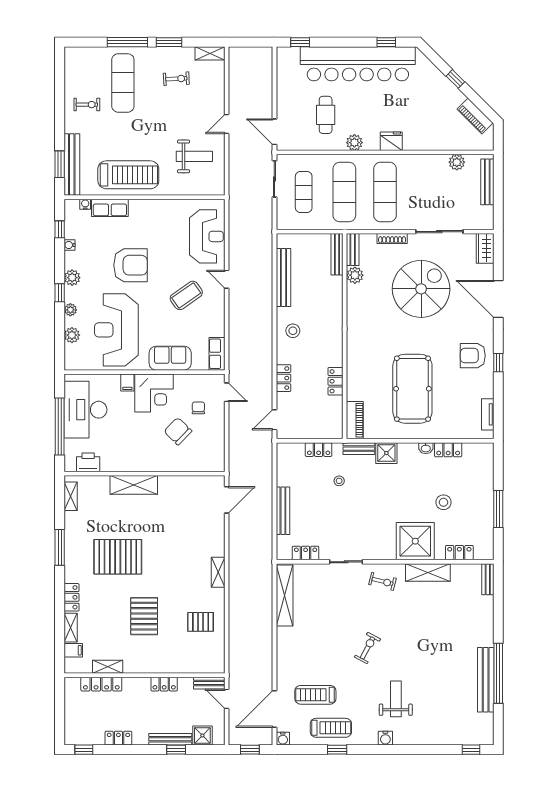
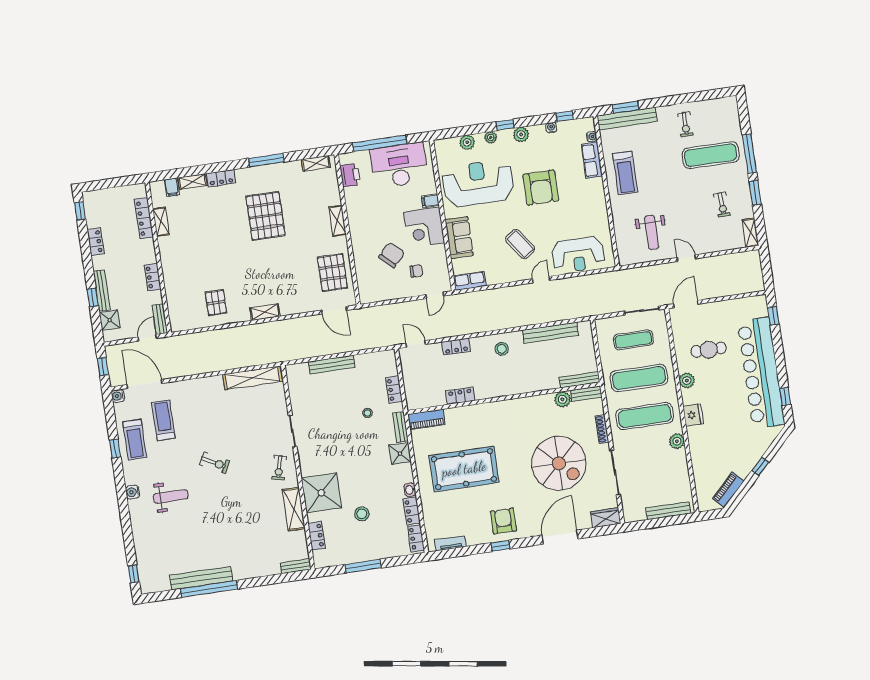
plant: (457, 162) -> (677, 441), moved
treadmill: (128, 175) -> (625, 173), width x0.73, depth x0.73
shelving: (134, 485) -> (337, 221), width x0.67, depth x0.75
locker: (306, 553) -> (416, 538), moved, turned 180
pallet: (144, 616) -> (332, 273), moved, turned 90

